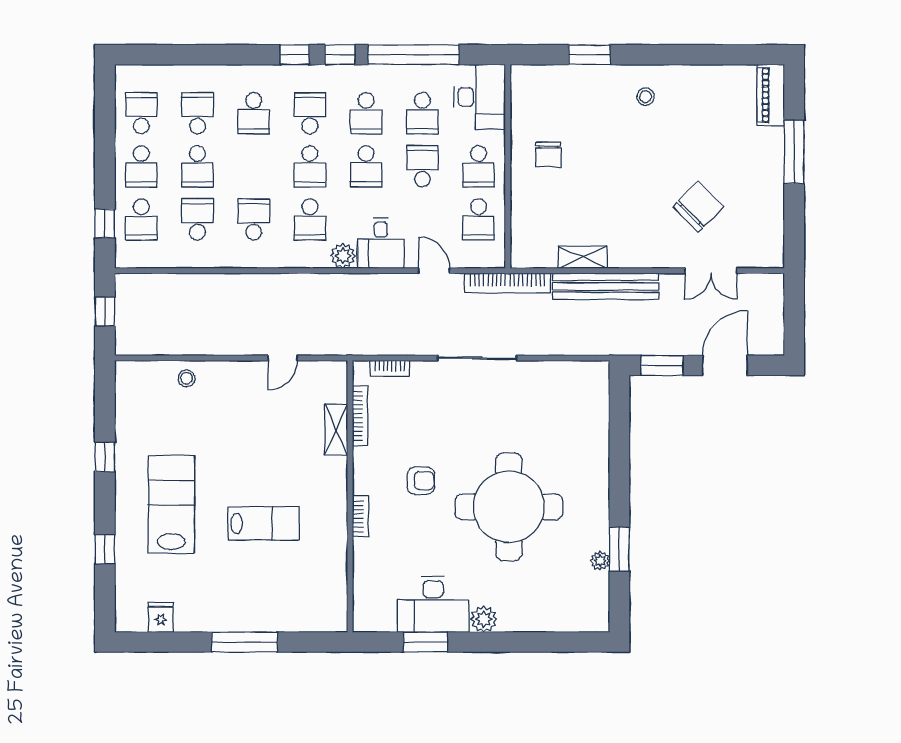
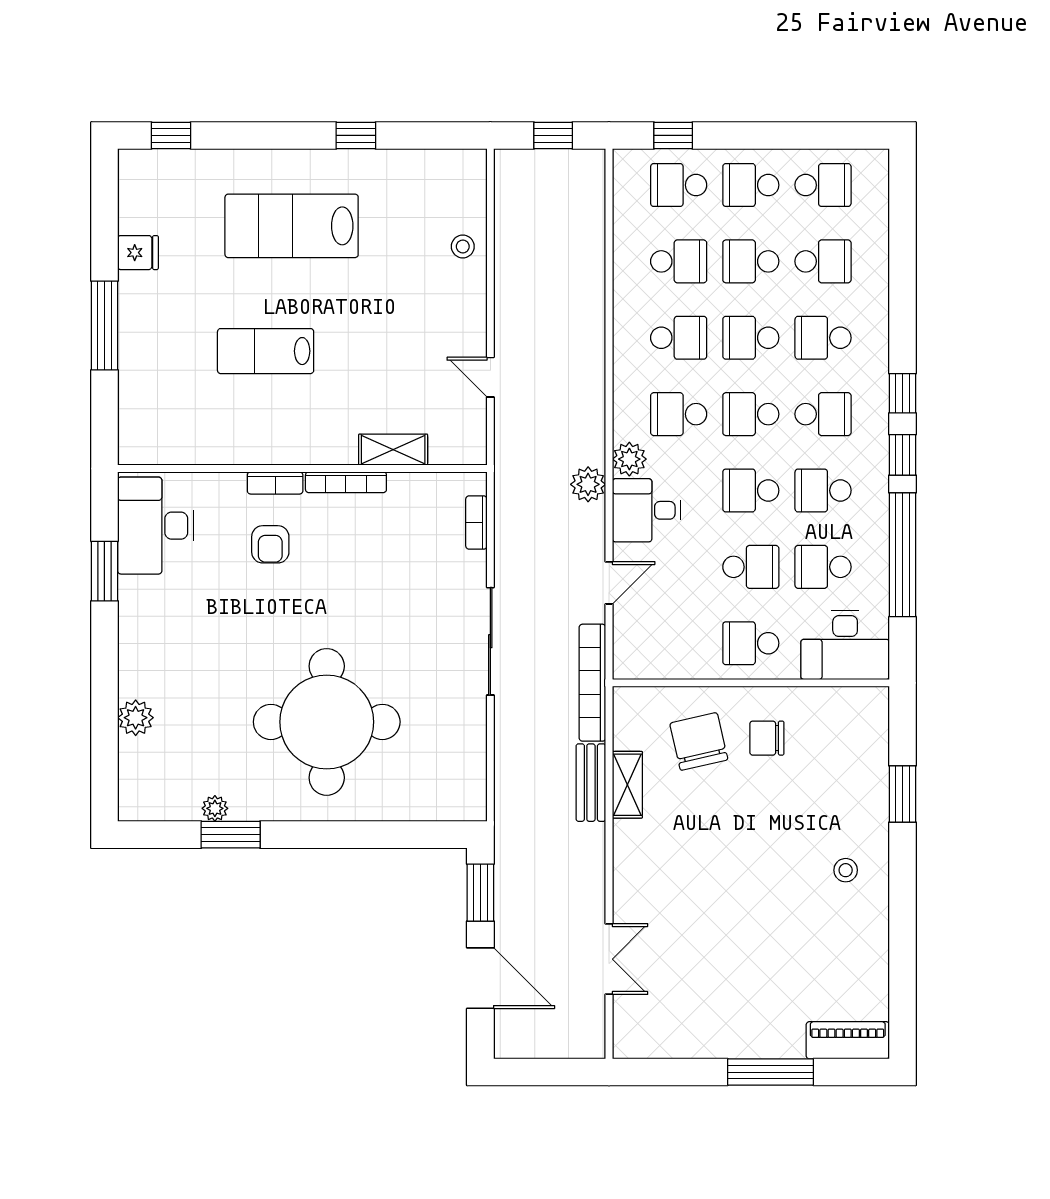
chair: (698, 207) -> (699, 741), moved, turned -148
school desk: (479, 219) -> (751, 338), moved
double door: (711, 271) -> (609, 959), swing flipped
plant: (362, 286) -> (588, 484), added
bench: (606, 286) -> (591, 783), width x0.54, depth x0.82
bookcase: (360, 416) -> (346, 482), moved
armchair: (421, 481) -> (270, 544), moved
lab bench: (171, 504) -> (292, 226), turned 180
round table: (509, 507) -> (327, 722), moved
lab bench: (263, 523) -> (266, 351), turned 90
window: (105, 549) -> (171, 135), moved
desk: (433, 604) -> (156, 526), moved
fridge: (161, 617) -> (138, 253), moved
plant: (484, 619) -> (136, 718), moved

